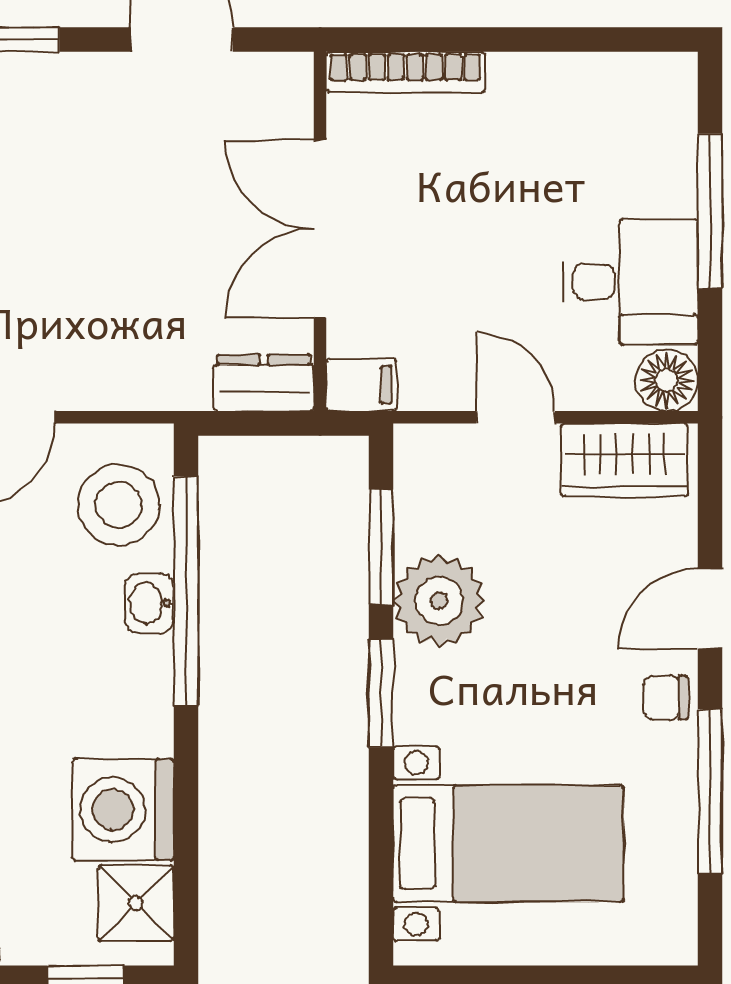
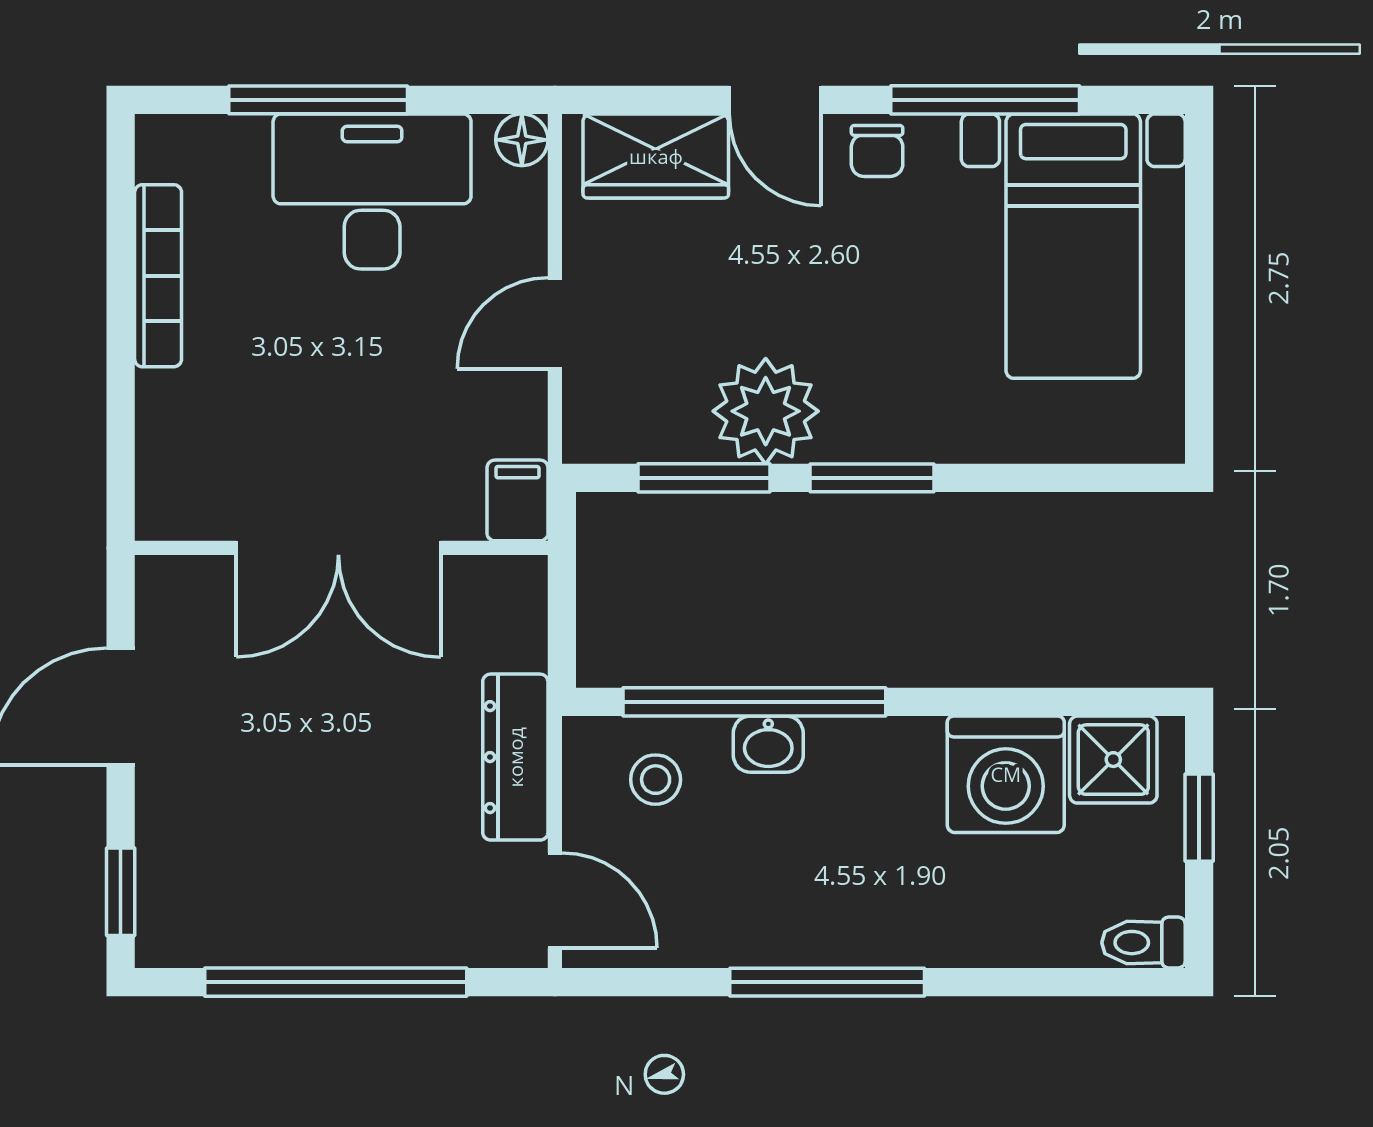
bookcase: (405, 72) -> (158, 276), moved
desk: (630, 282) -> (372, 191), width x1.37
floor lamp: (667, 380) -> (522, 140), width x0.73, depth x0.73
dresser: (264, 383) -> (515, 757), moved, width x1.44
wardrobe: (625, 460) -> (656, 156), moved, turned 90
stool: (119, 505) -> (656, 780), width x0.53, depth x0.53
bed with nightstands: (508, 843) -> (1073, 246), moved, turned 180

